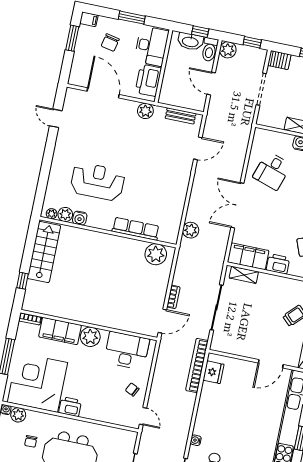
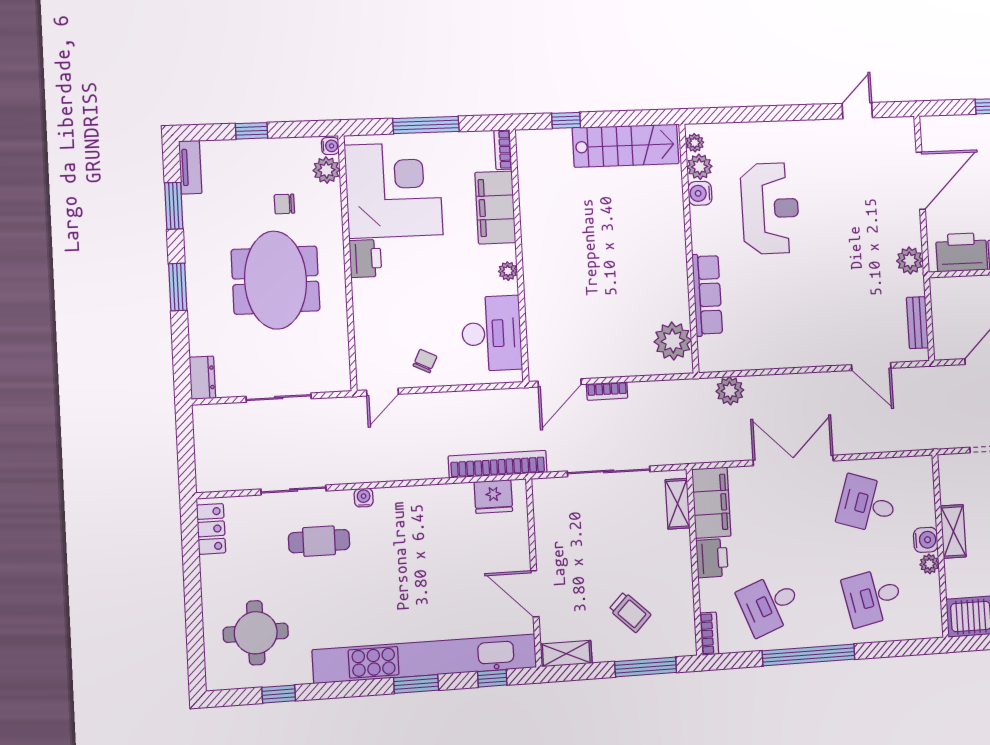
door: (162, 321) -> (560, 383), hinge flipped
plant: (90, 337) -> (508, 271), width x0.53, depth x0.53

